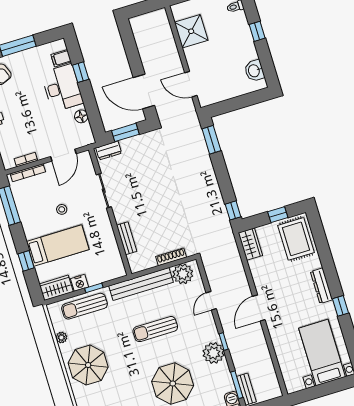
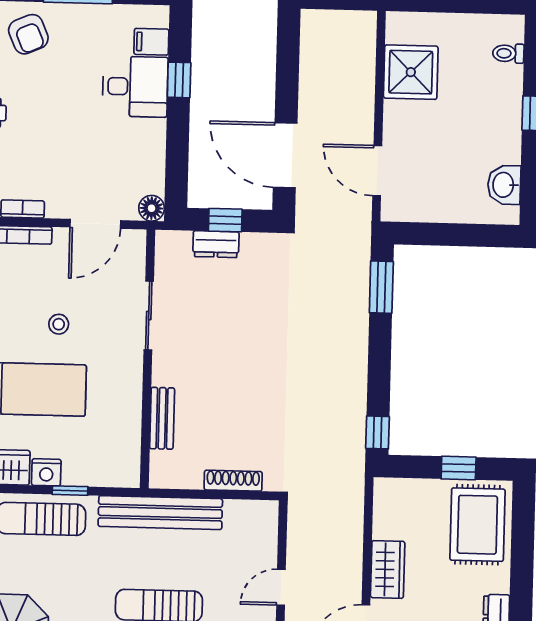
desk: (62, 88) -> (135, 87), width x0.73
floor lamp: (81, 116) -> (152, 208), moved
window: (125, 132) -> (225, 220), width x0.67
dresser: (109, 150) -> (216, 244), moved
wardrobe: (250, 244) -> (388, 569), moved
plant: (183, 274) -> (245, 520), removed

